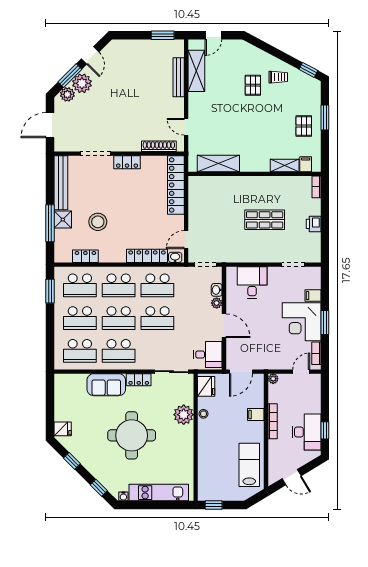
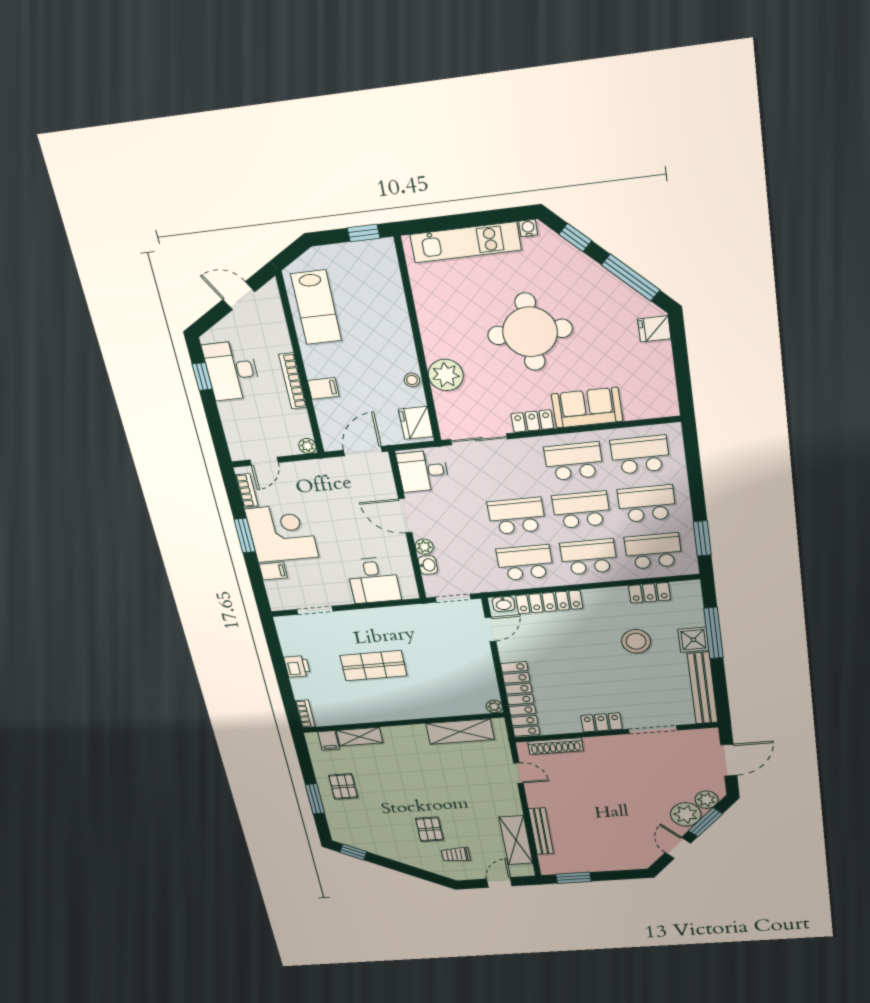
trolley: (278, 77) -> (456, 855), moved
plant: (193, 181) -> (494, 706), added
window: (72, 461) -> (631, 278), width x2.17

